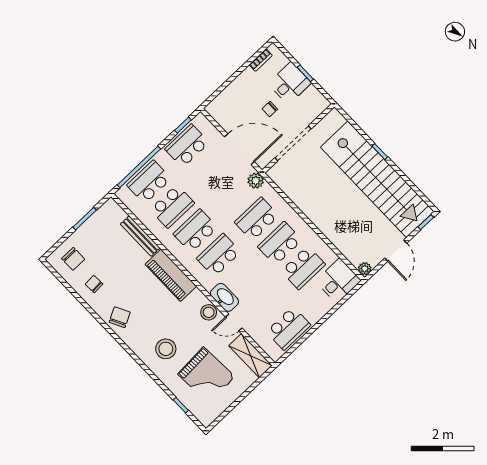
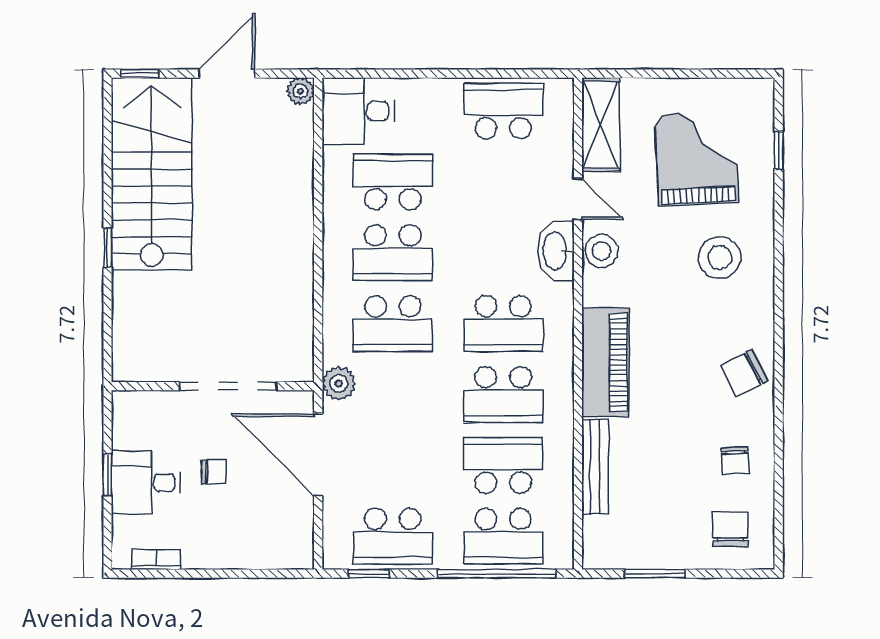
stairs: (377, 179) -> (152, 174), width x0.73

